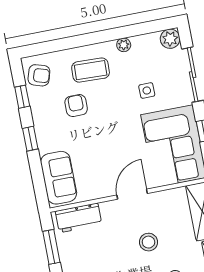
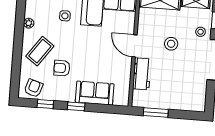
coffee table: (91, 70) -> (40, 51), turned 34
sofa: (59, 178) -> (95, 93), moved
workbench: (79, 218) -> (142, 74), moved

